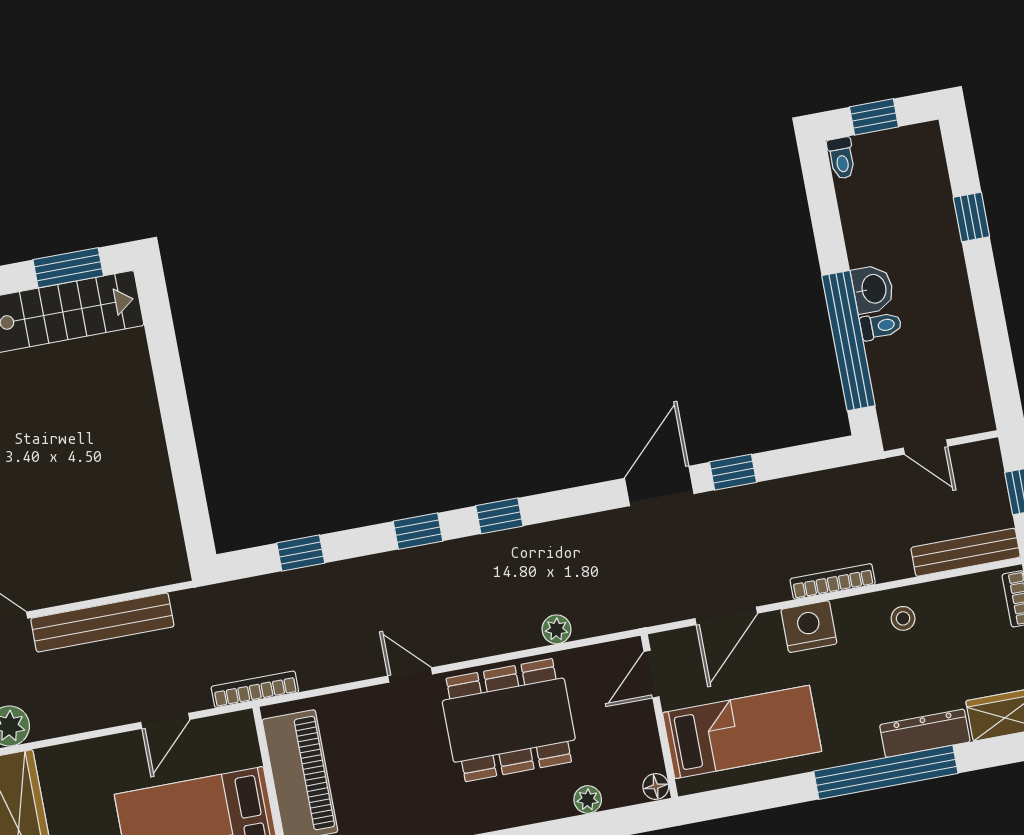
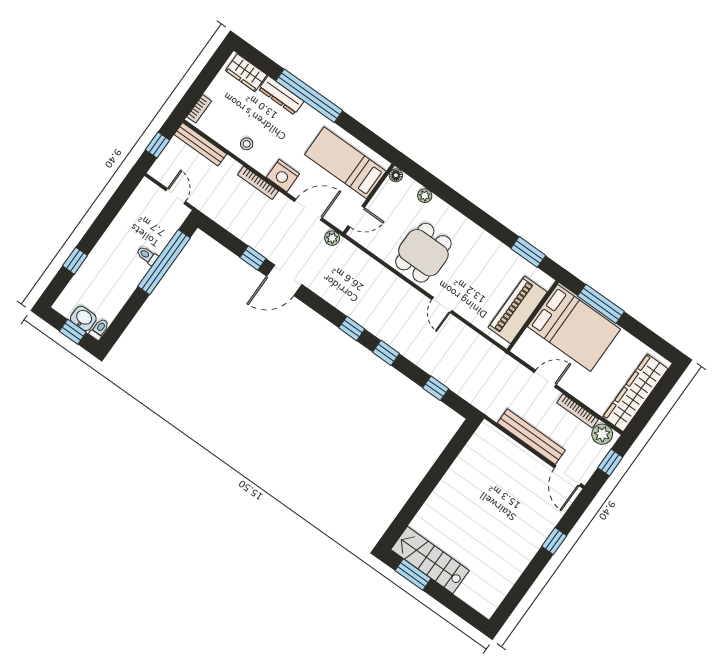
washbasin: (873, 289) -> (83, 318), moved, turned 90
plant: (557, 629) -> (332, 238), moved
bookcase: (255, 689) -> (578, 411), moved
dining table: (509, 720) -> (423, 253), width x0.73

